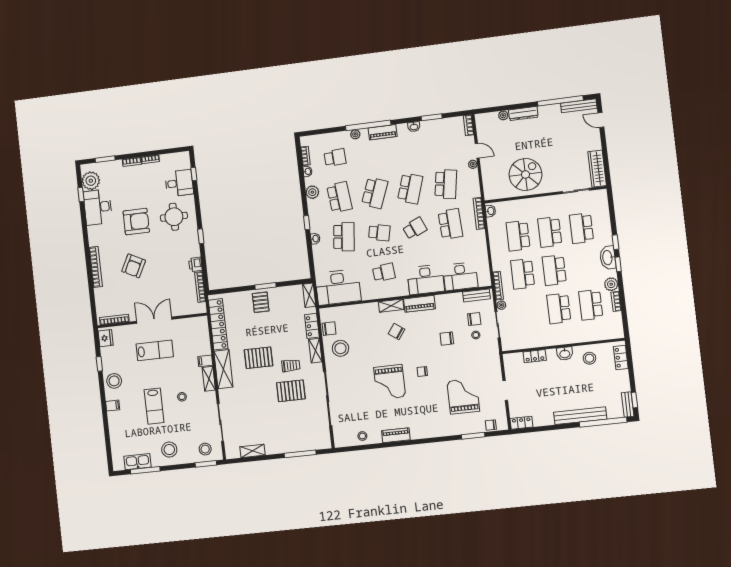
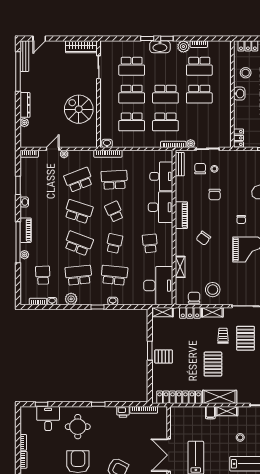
school desk: (446, 184) -> (79, 180), turned -30
shelving: (391, 306) -> (180, 267), moved
locker: (535, 356) -> (239, 138), moved

